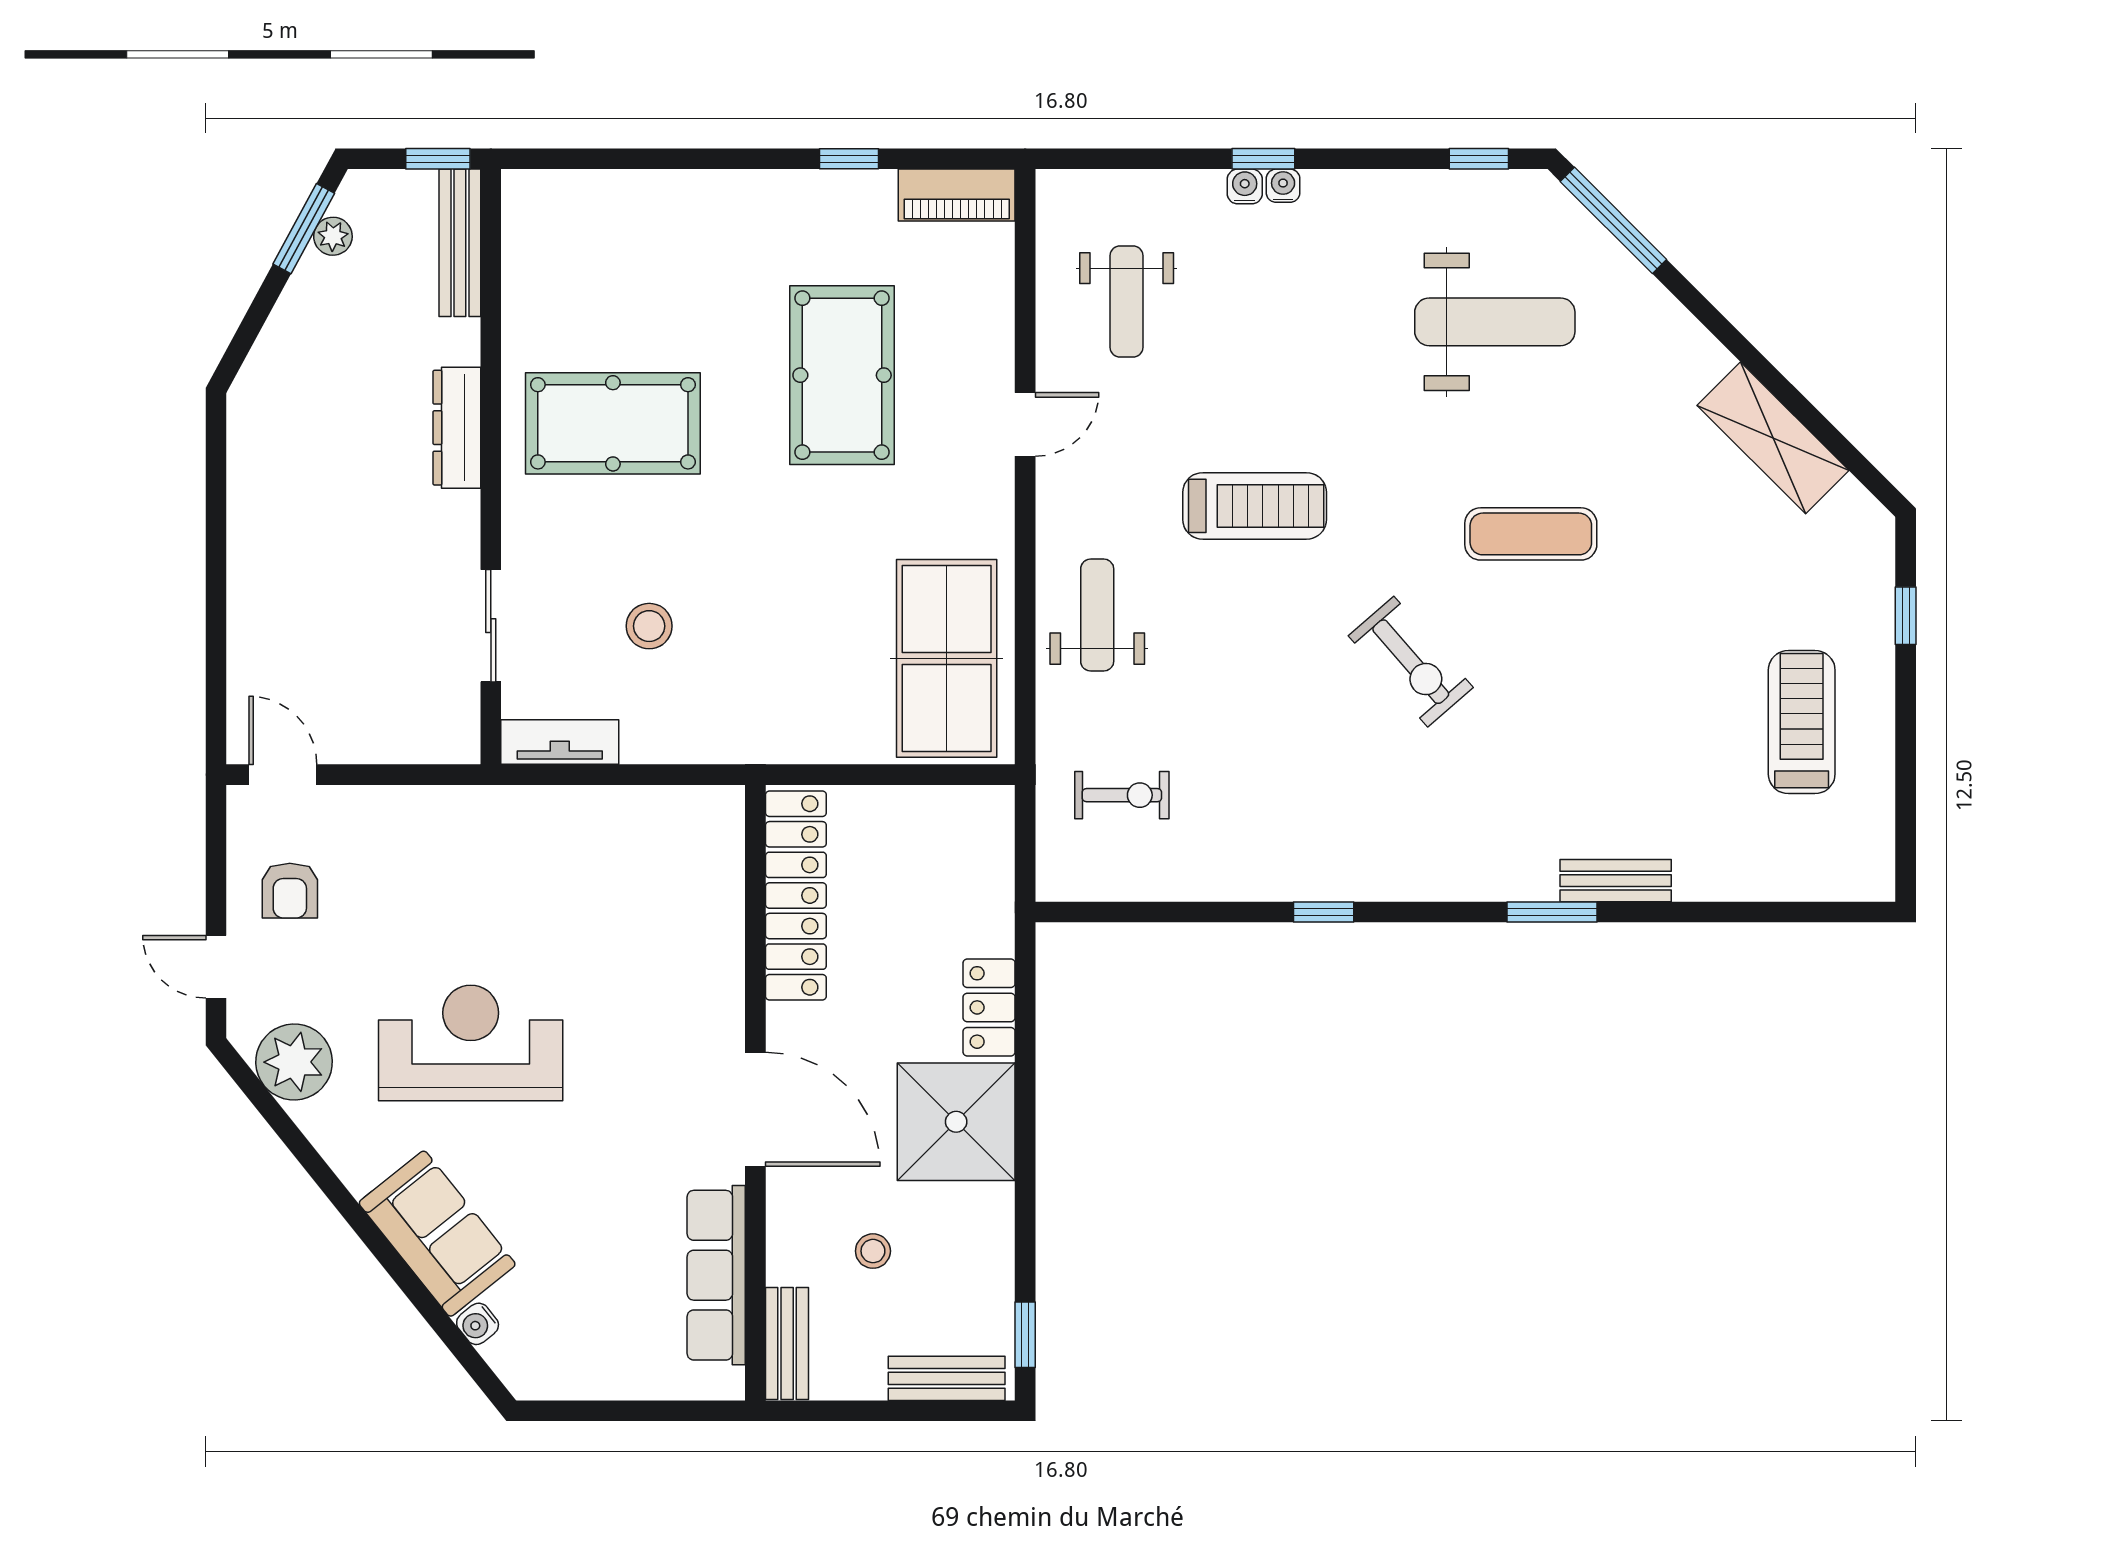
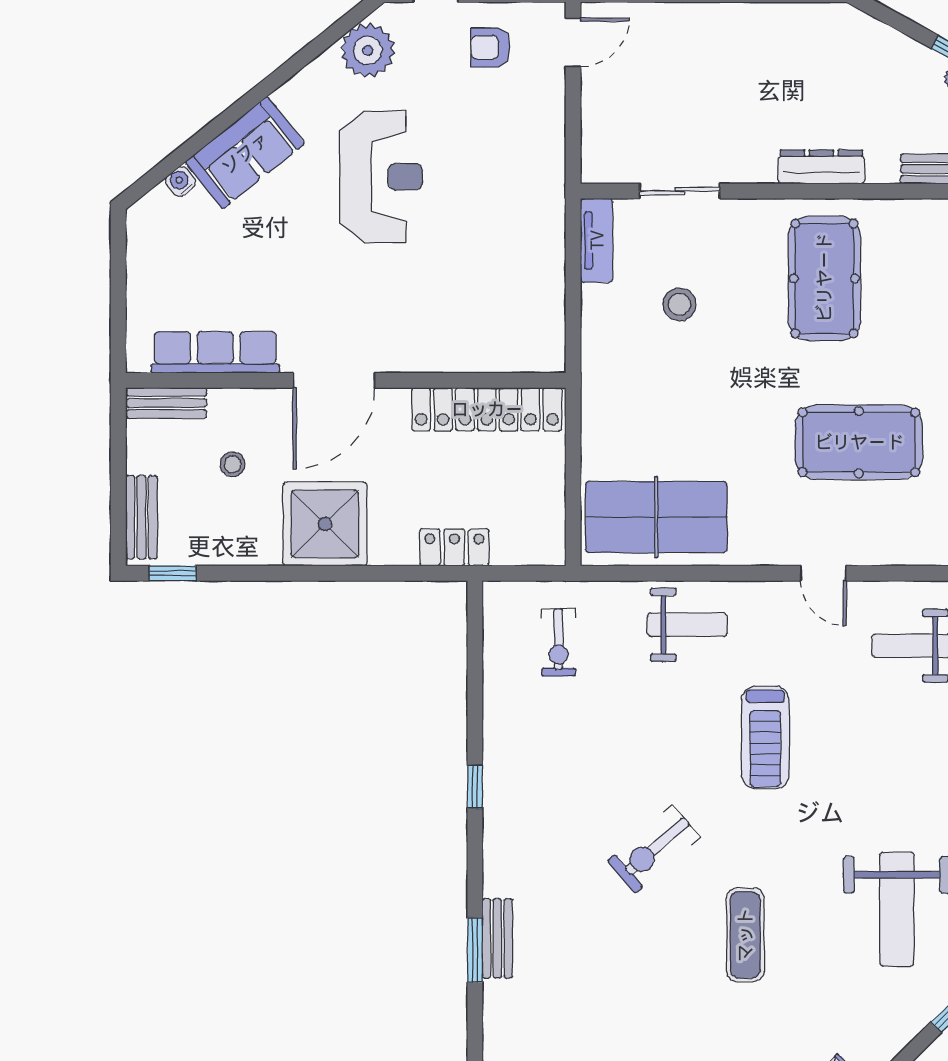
bench: (1616, 881) -> (497, 938), moved
locker: (989, 1007) -> (454, 547), moved

